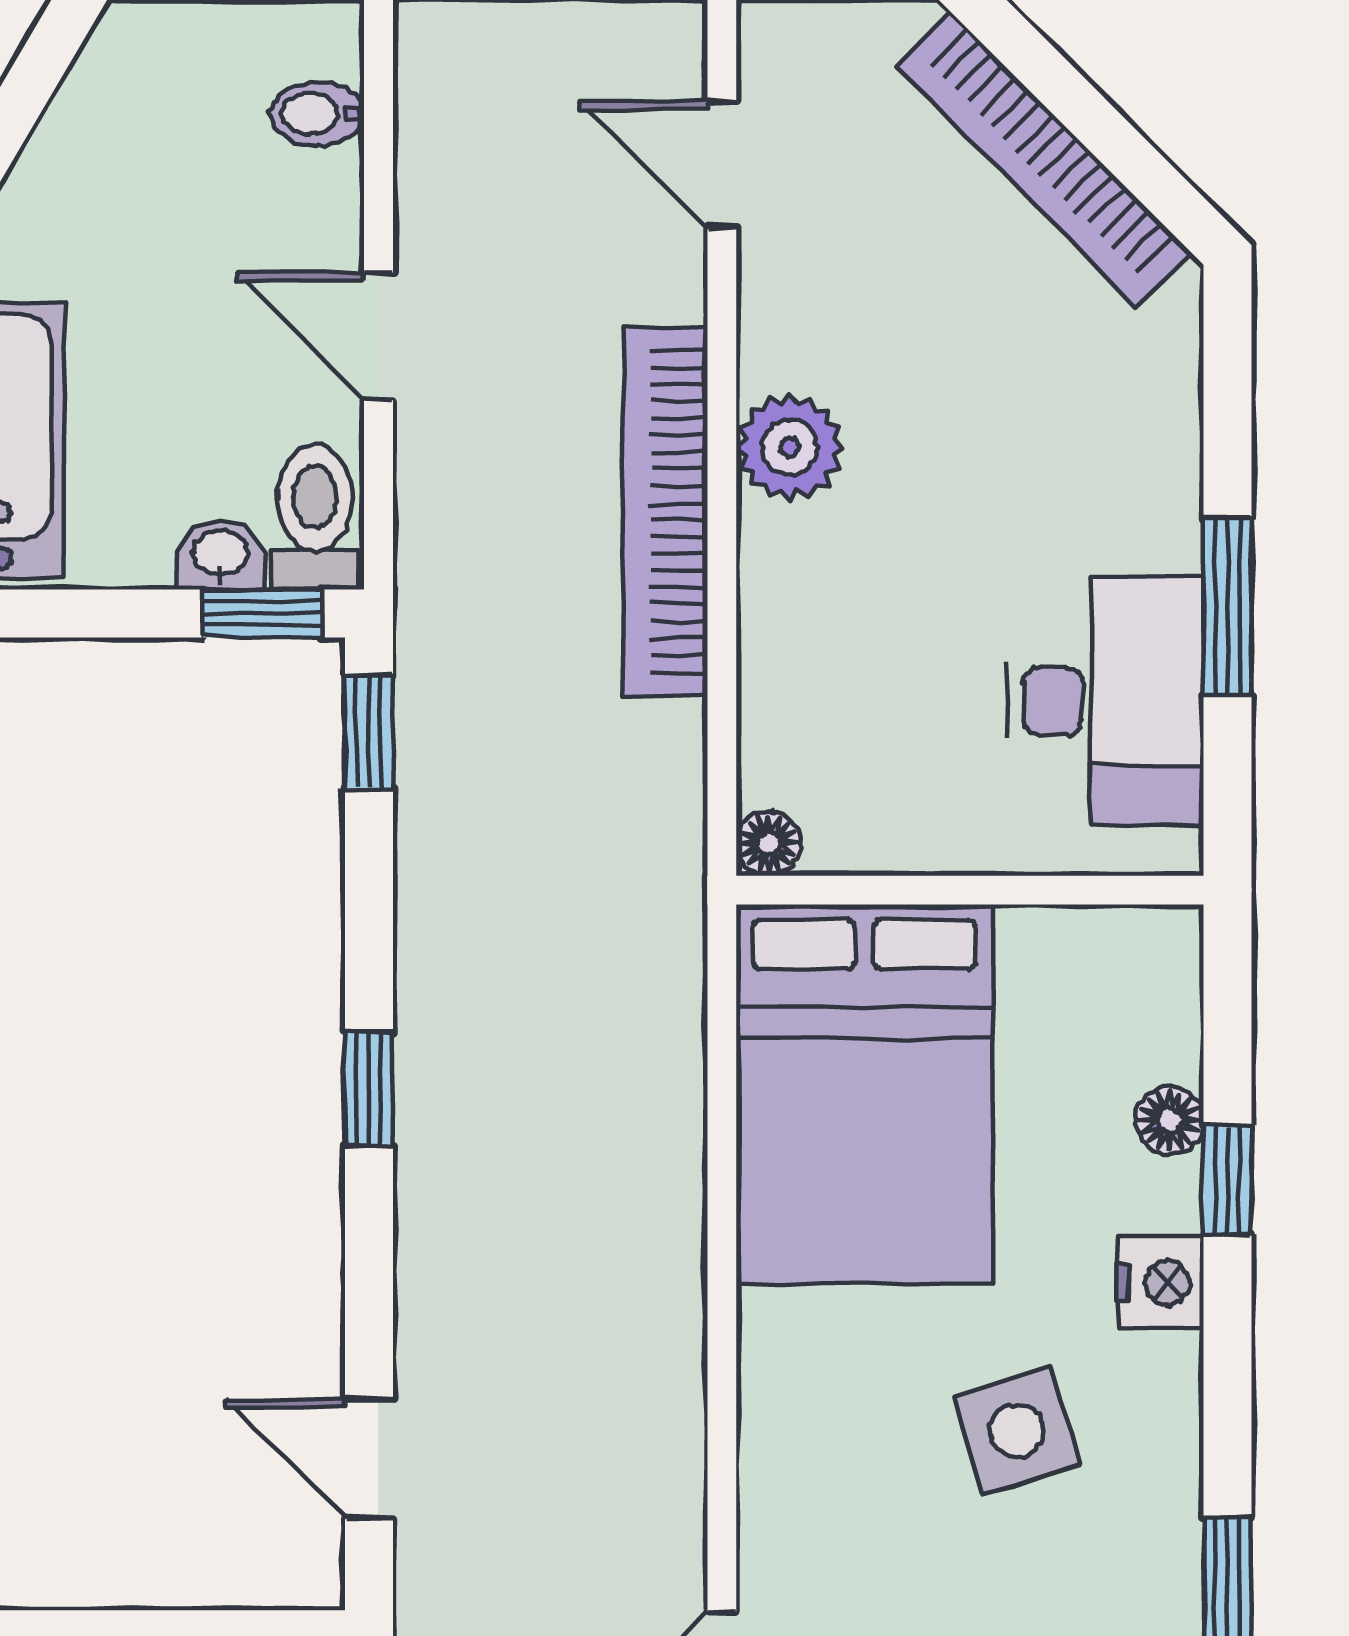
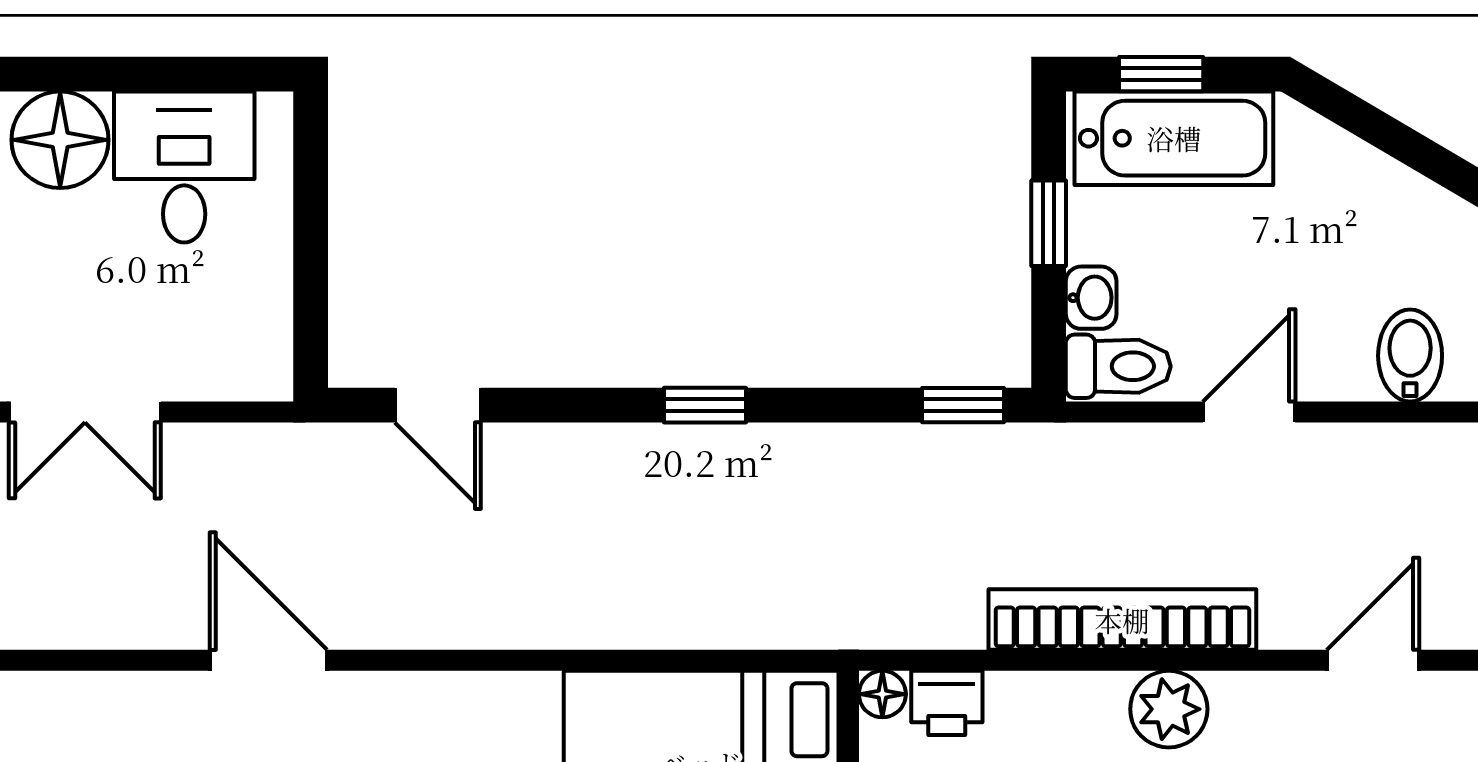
bidet: (317, 113) -> (1410, 356), width x1.38, depth x1.36
window: (263, 614) -> (1049, 223), moved
printer: (781, 754) -> (947, 703), added
door: (369, 1459) -> (438, 405), swing flipped

